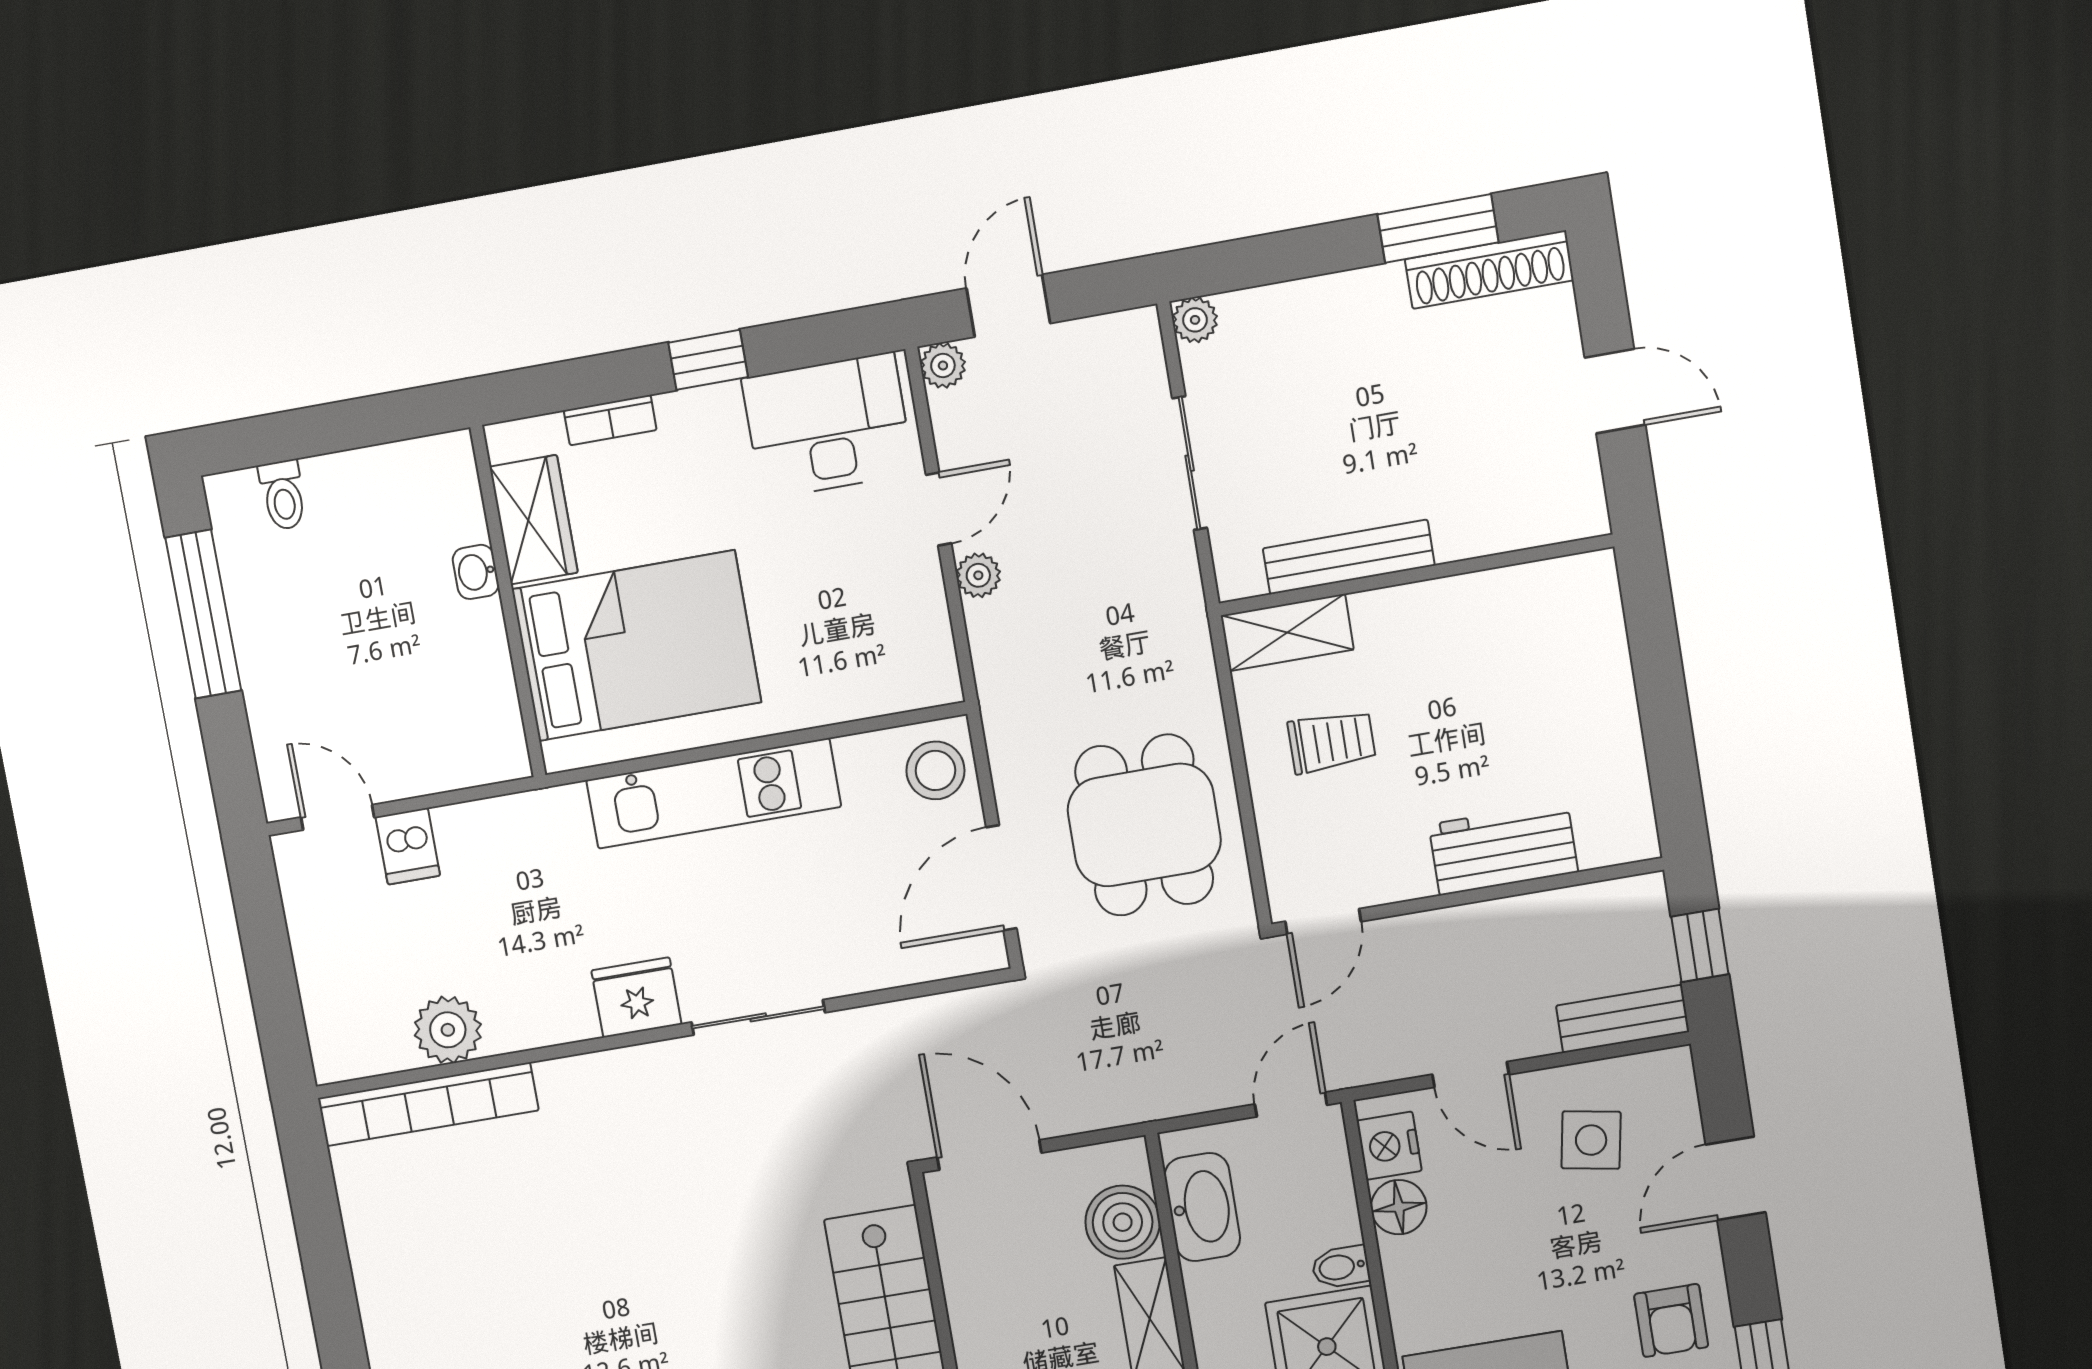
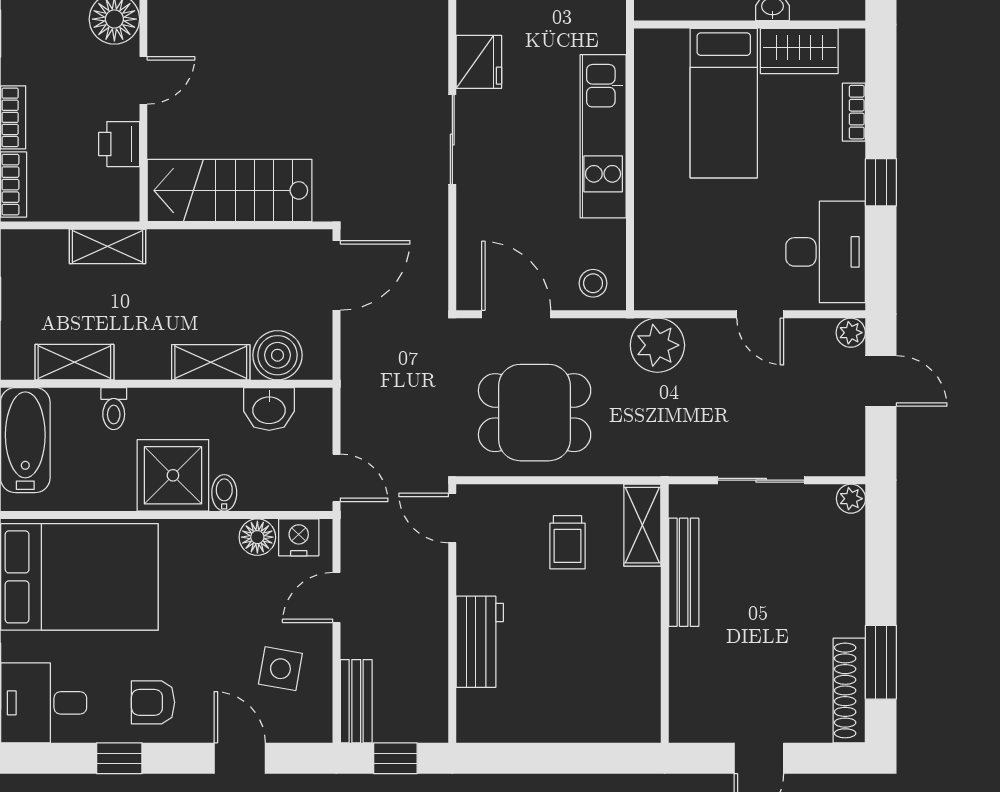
plant: (978, 575) -> (657, 345), moved, width x1.87, depth x1.87
bed: (637, 646) -> (724, 103), width x0.67
stool: (935, 770) -> (593, 283), width x0.73, depth x0.73
washbasin: (1202, 1207) -> (269, 409), width x0.72

